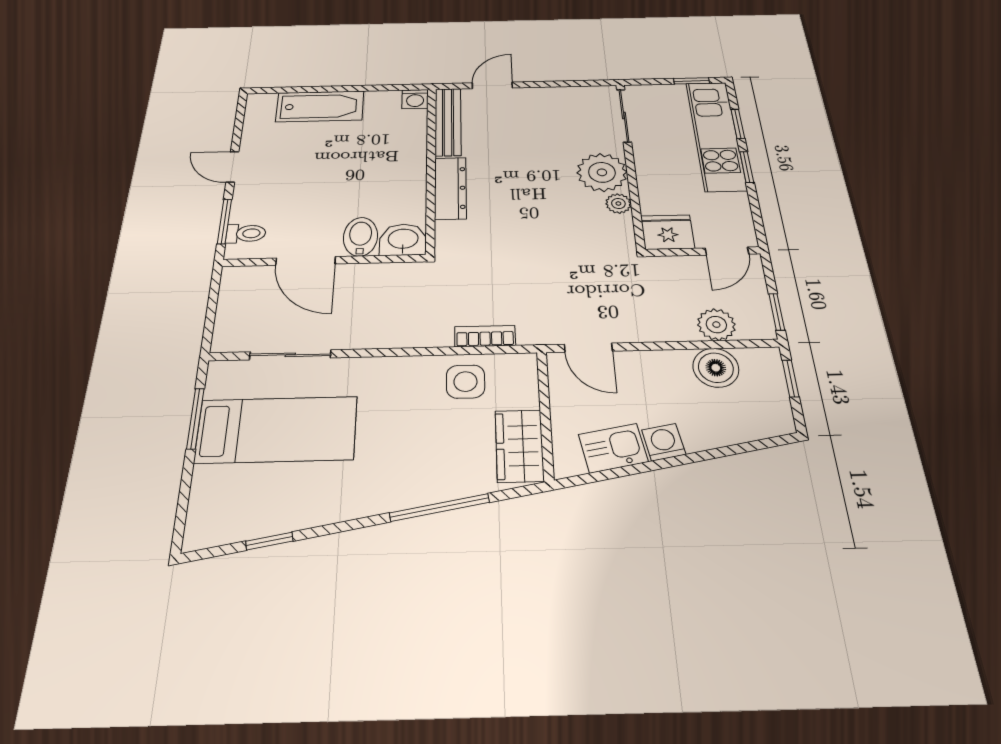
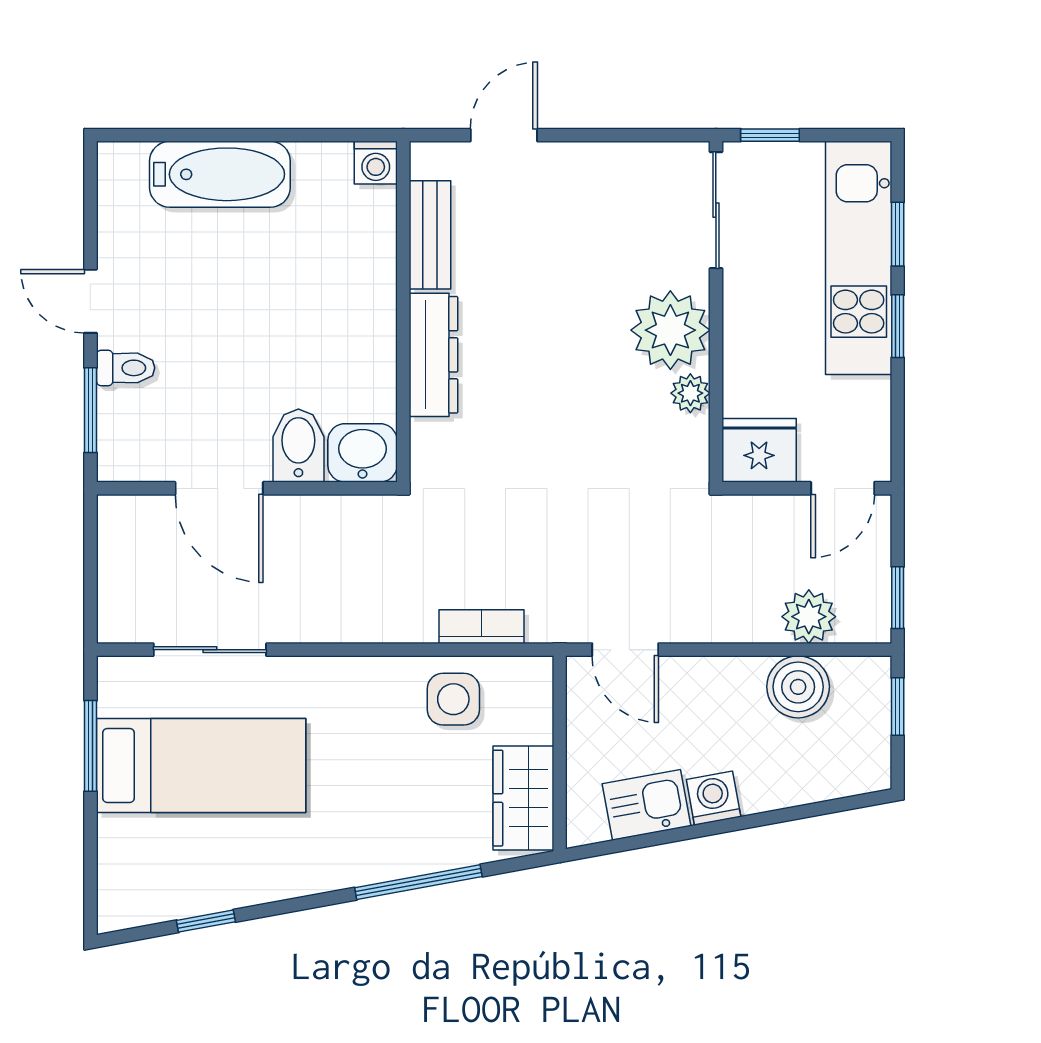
window: (692, 81) -> (770, 135), moved
bench: (448, 122) -> (430, 235), width x0.73
toilet: (246, 233) -> (126, 368), moved

